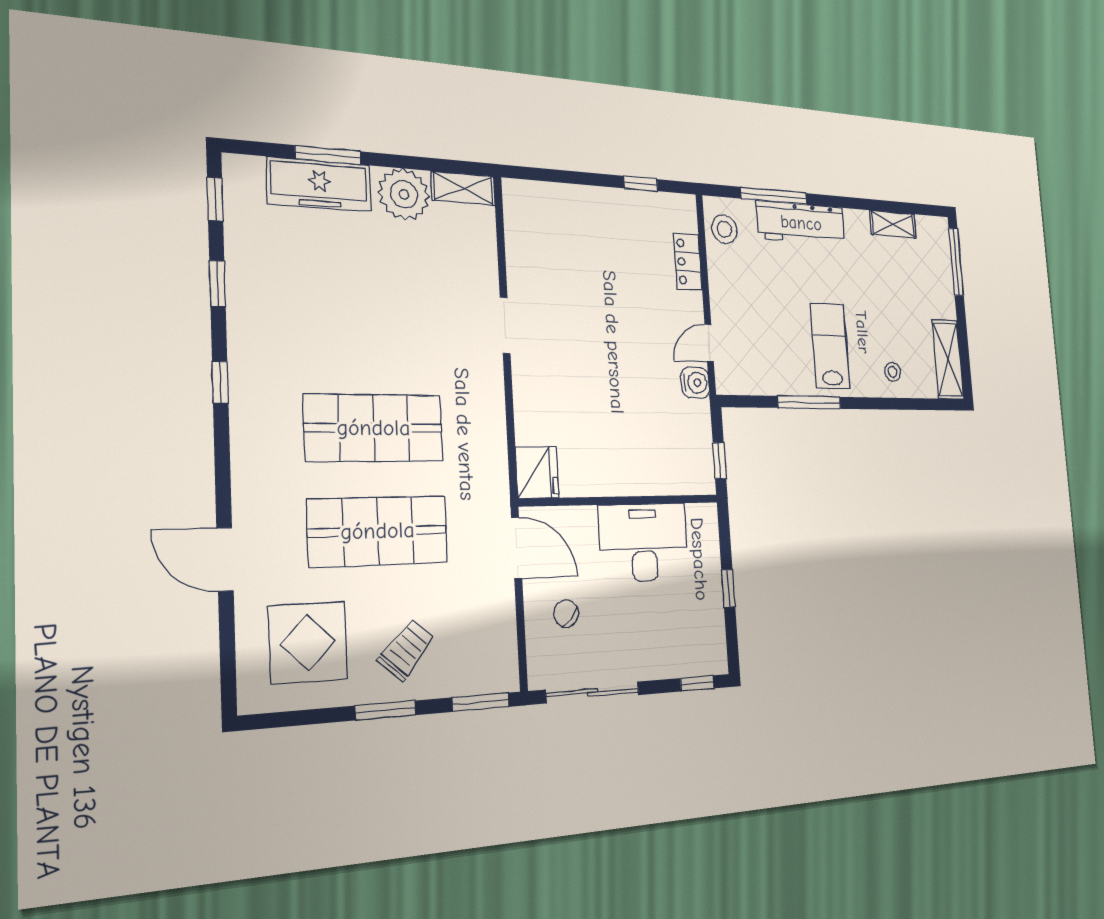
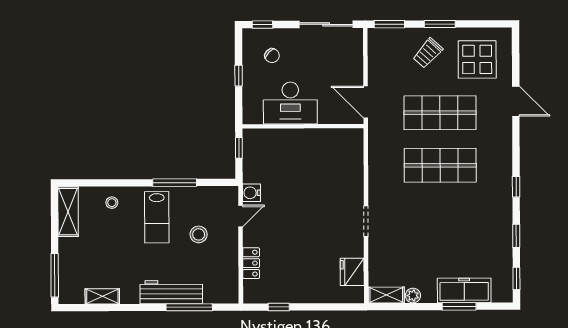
plant: (404, 194) -> (413, 295), width x0.53, depth x0.53
stool: (724, 229) -> (199, 234), moved
fridge: (537, 472) -> (352, 272), moved
chair: (566, 614) -> (272, 56), moved

